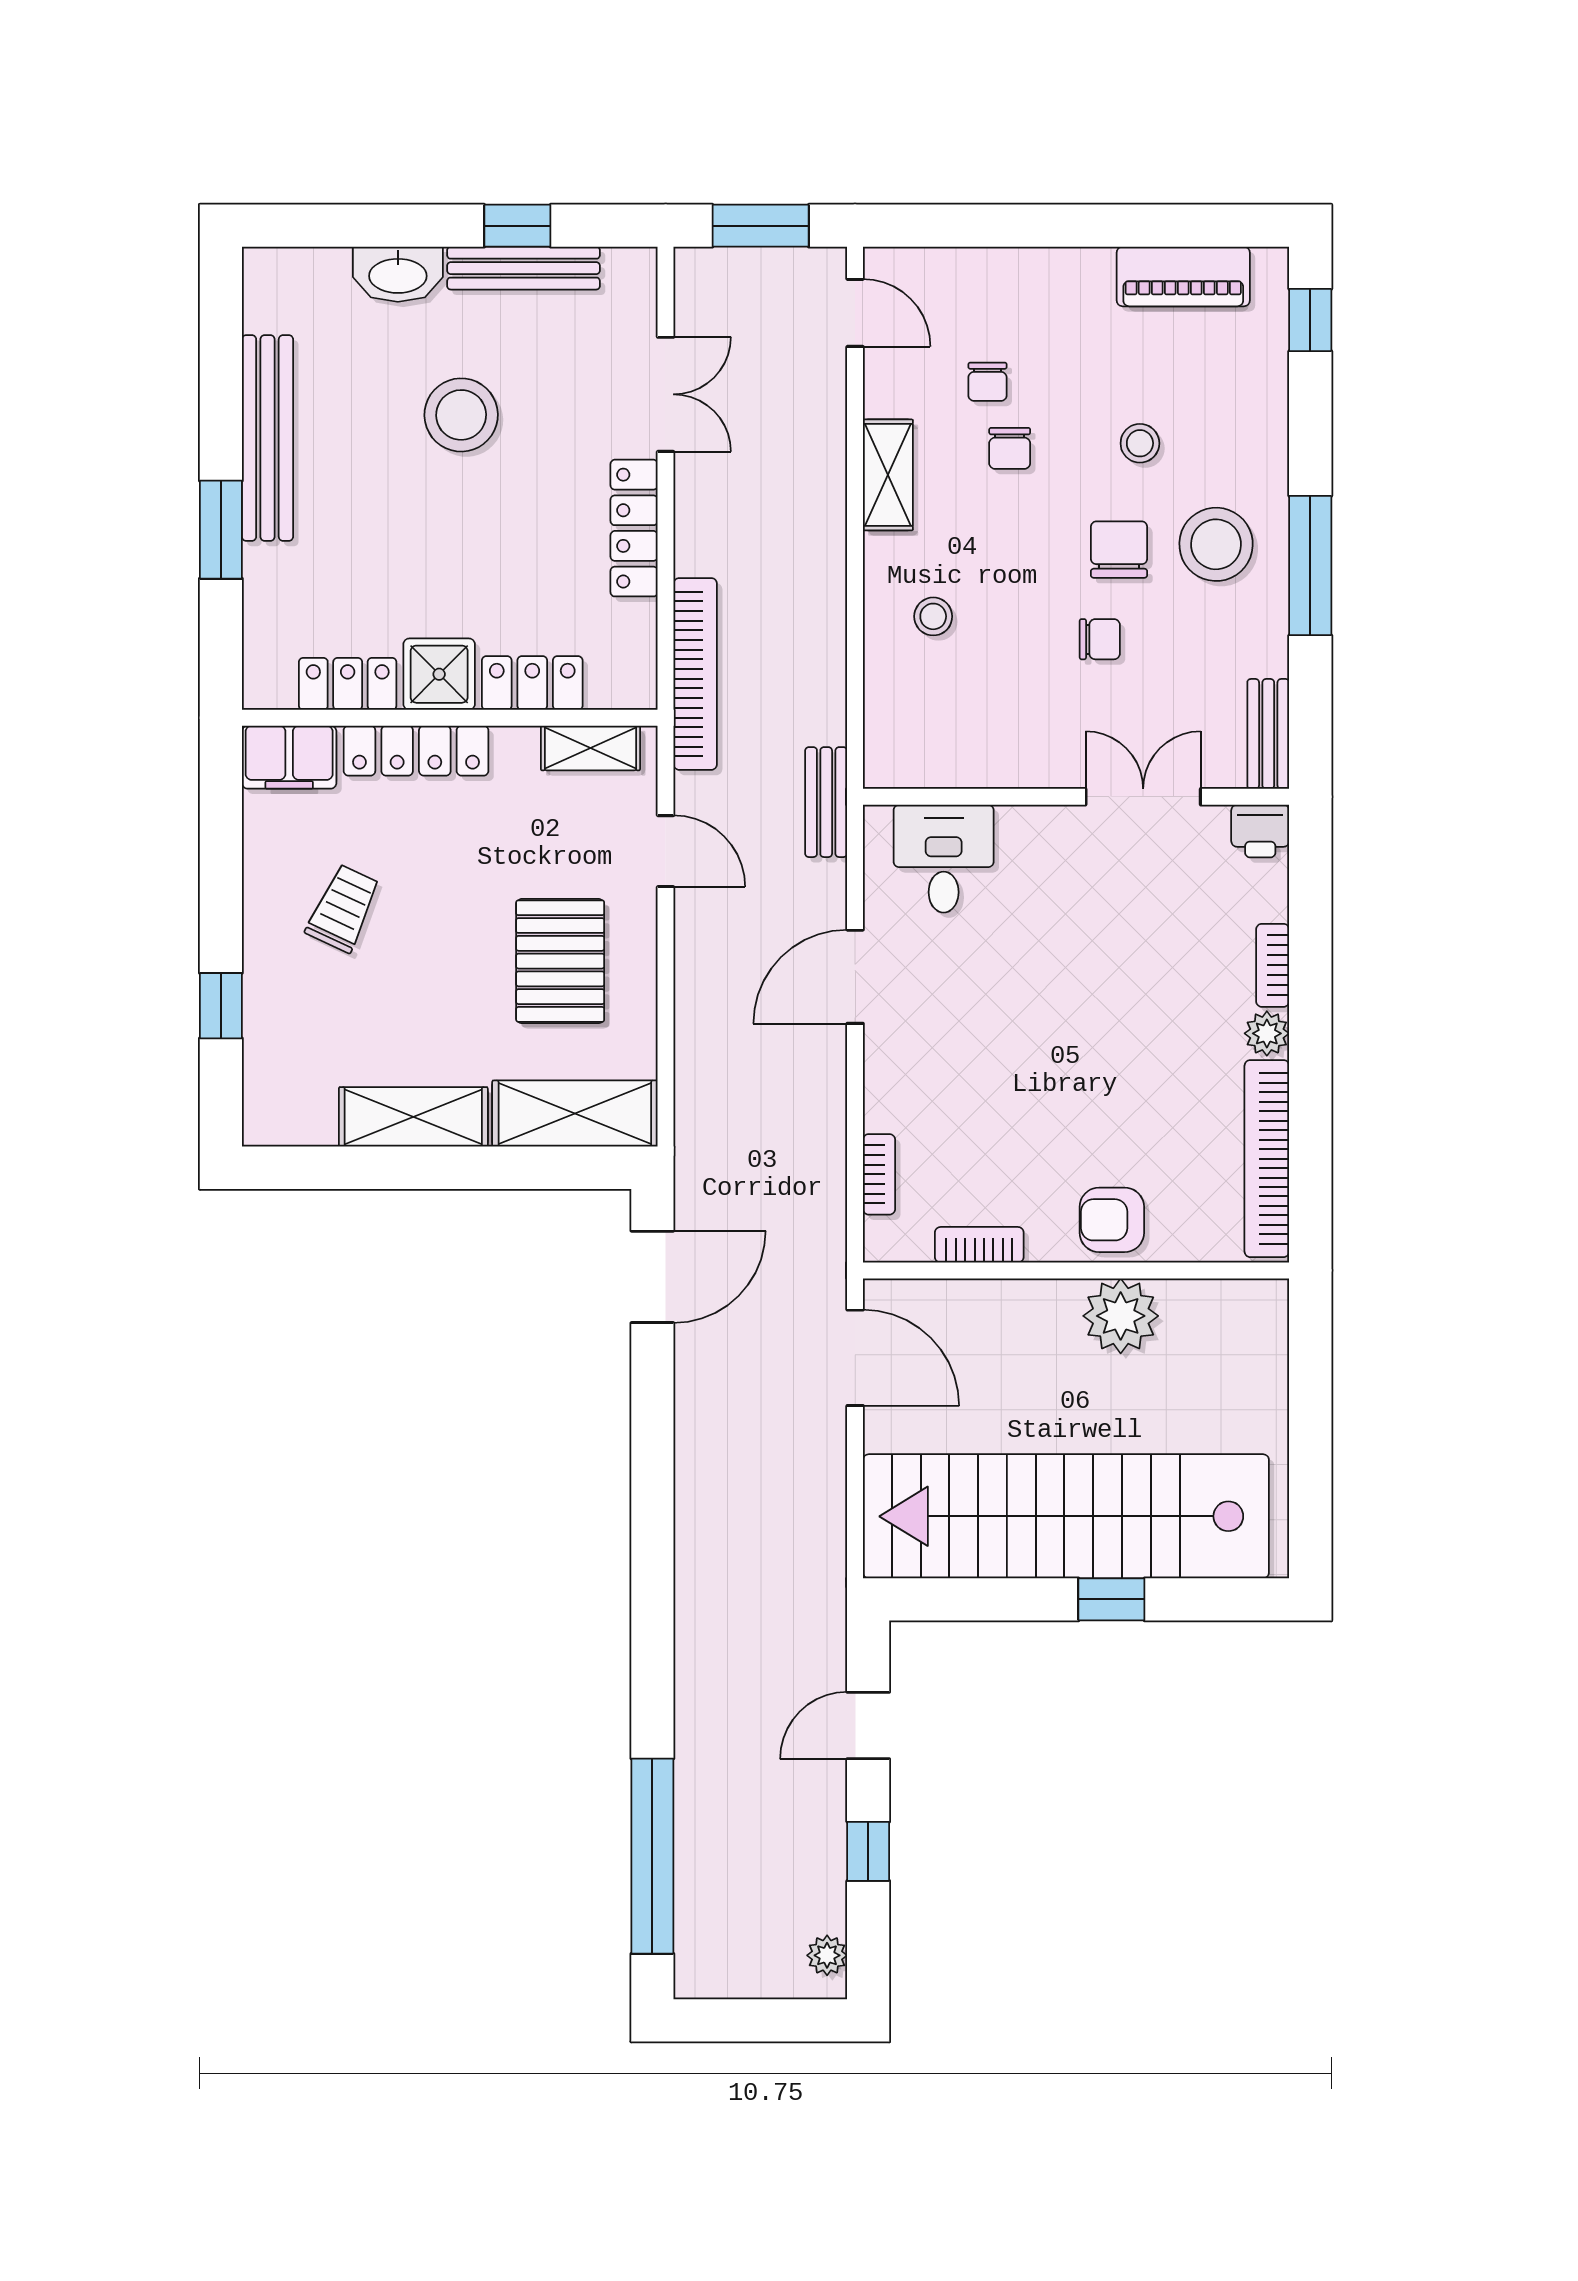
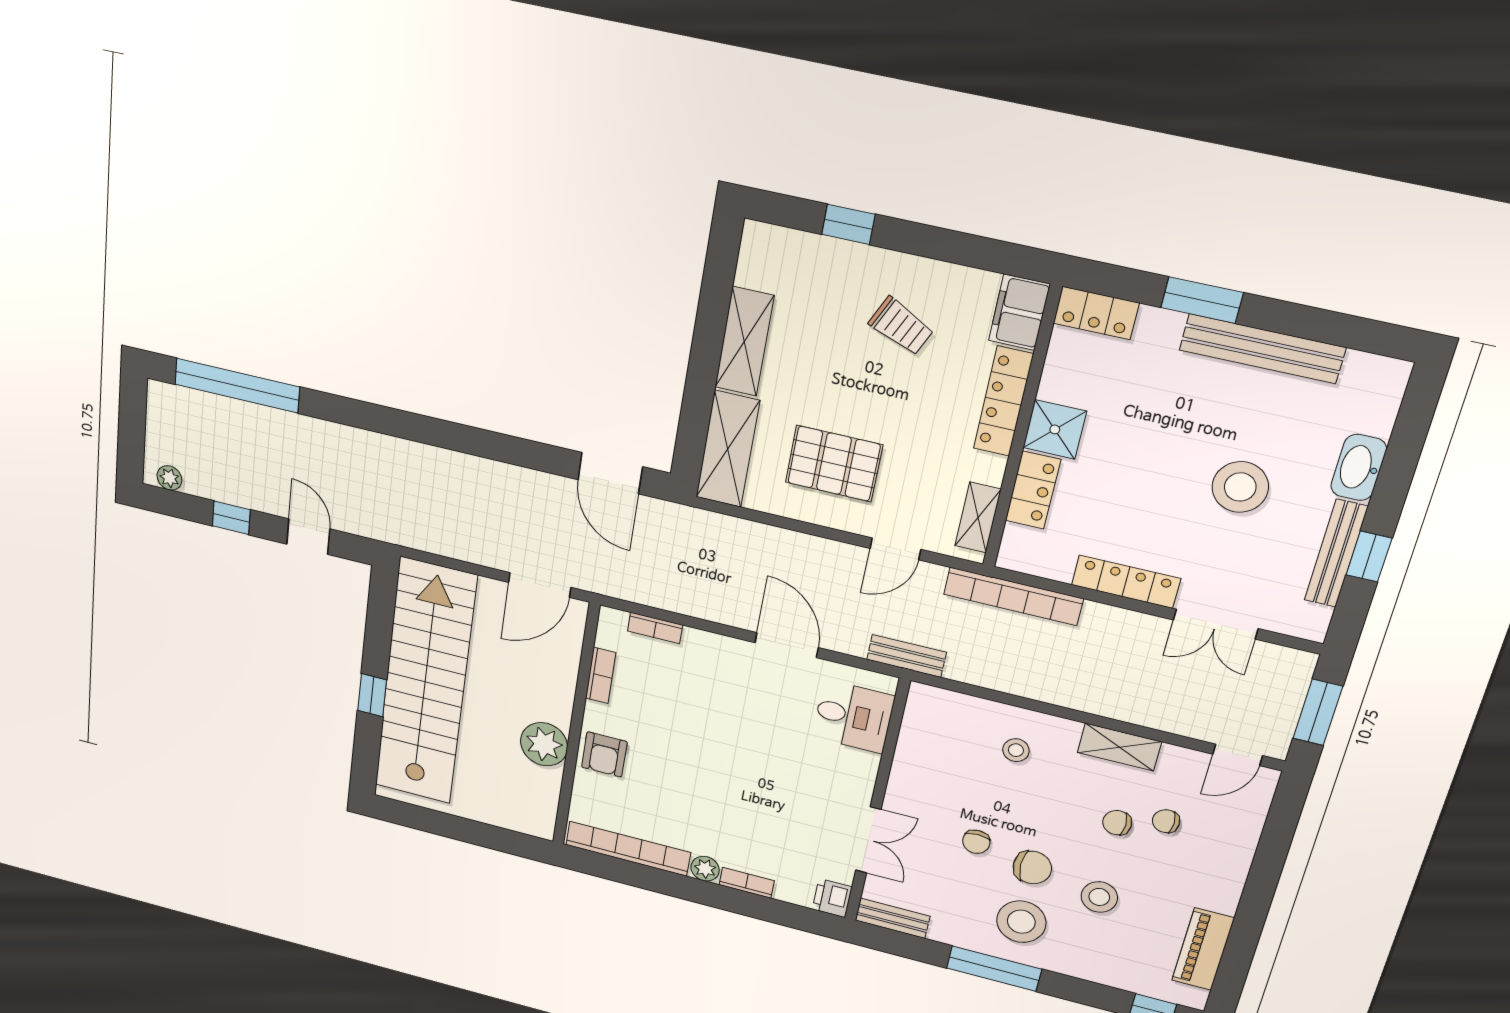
stool: (1140, 443) -> (1099, 897), width x1.37, depth x1.37
locker: (348, 684) -> (1096, 313), moved, turned 90
armchair: (1112, 1220) -> (604, 754), turned 180

